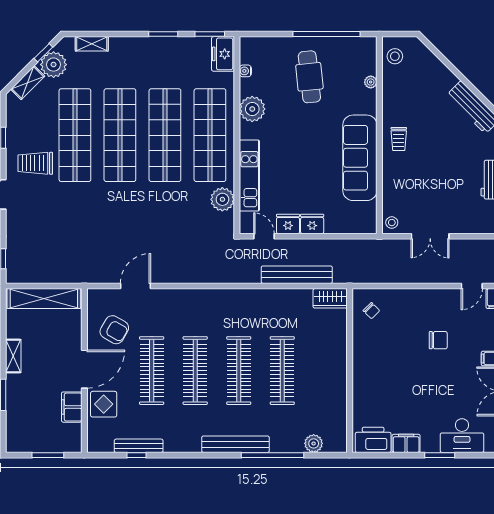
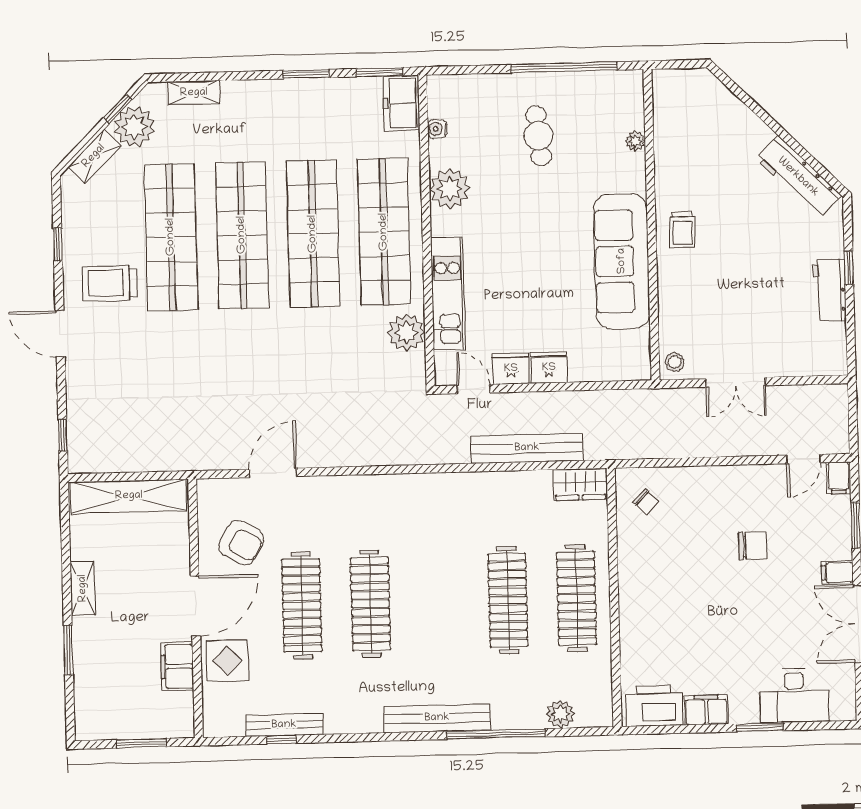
stool: (395, 56) -> (673, 100), removed
cafe table: (309, 77) -> (539, 136), width x0.73, depth x0.74
clothes rail: (239, 371) -> (577, 598), moved

